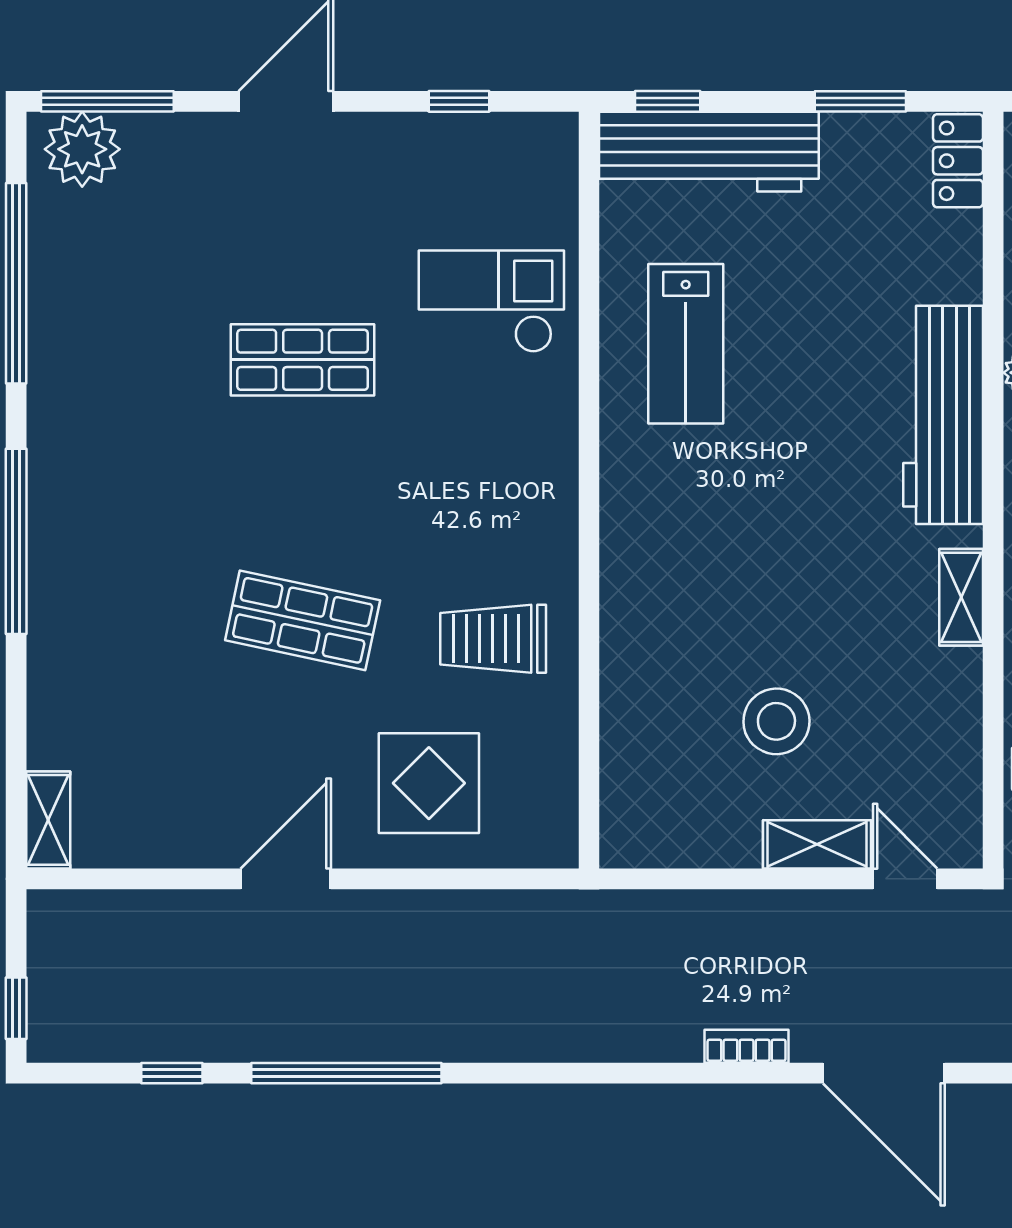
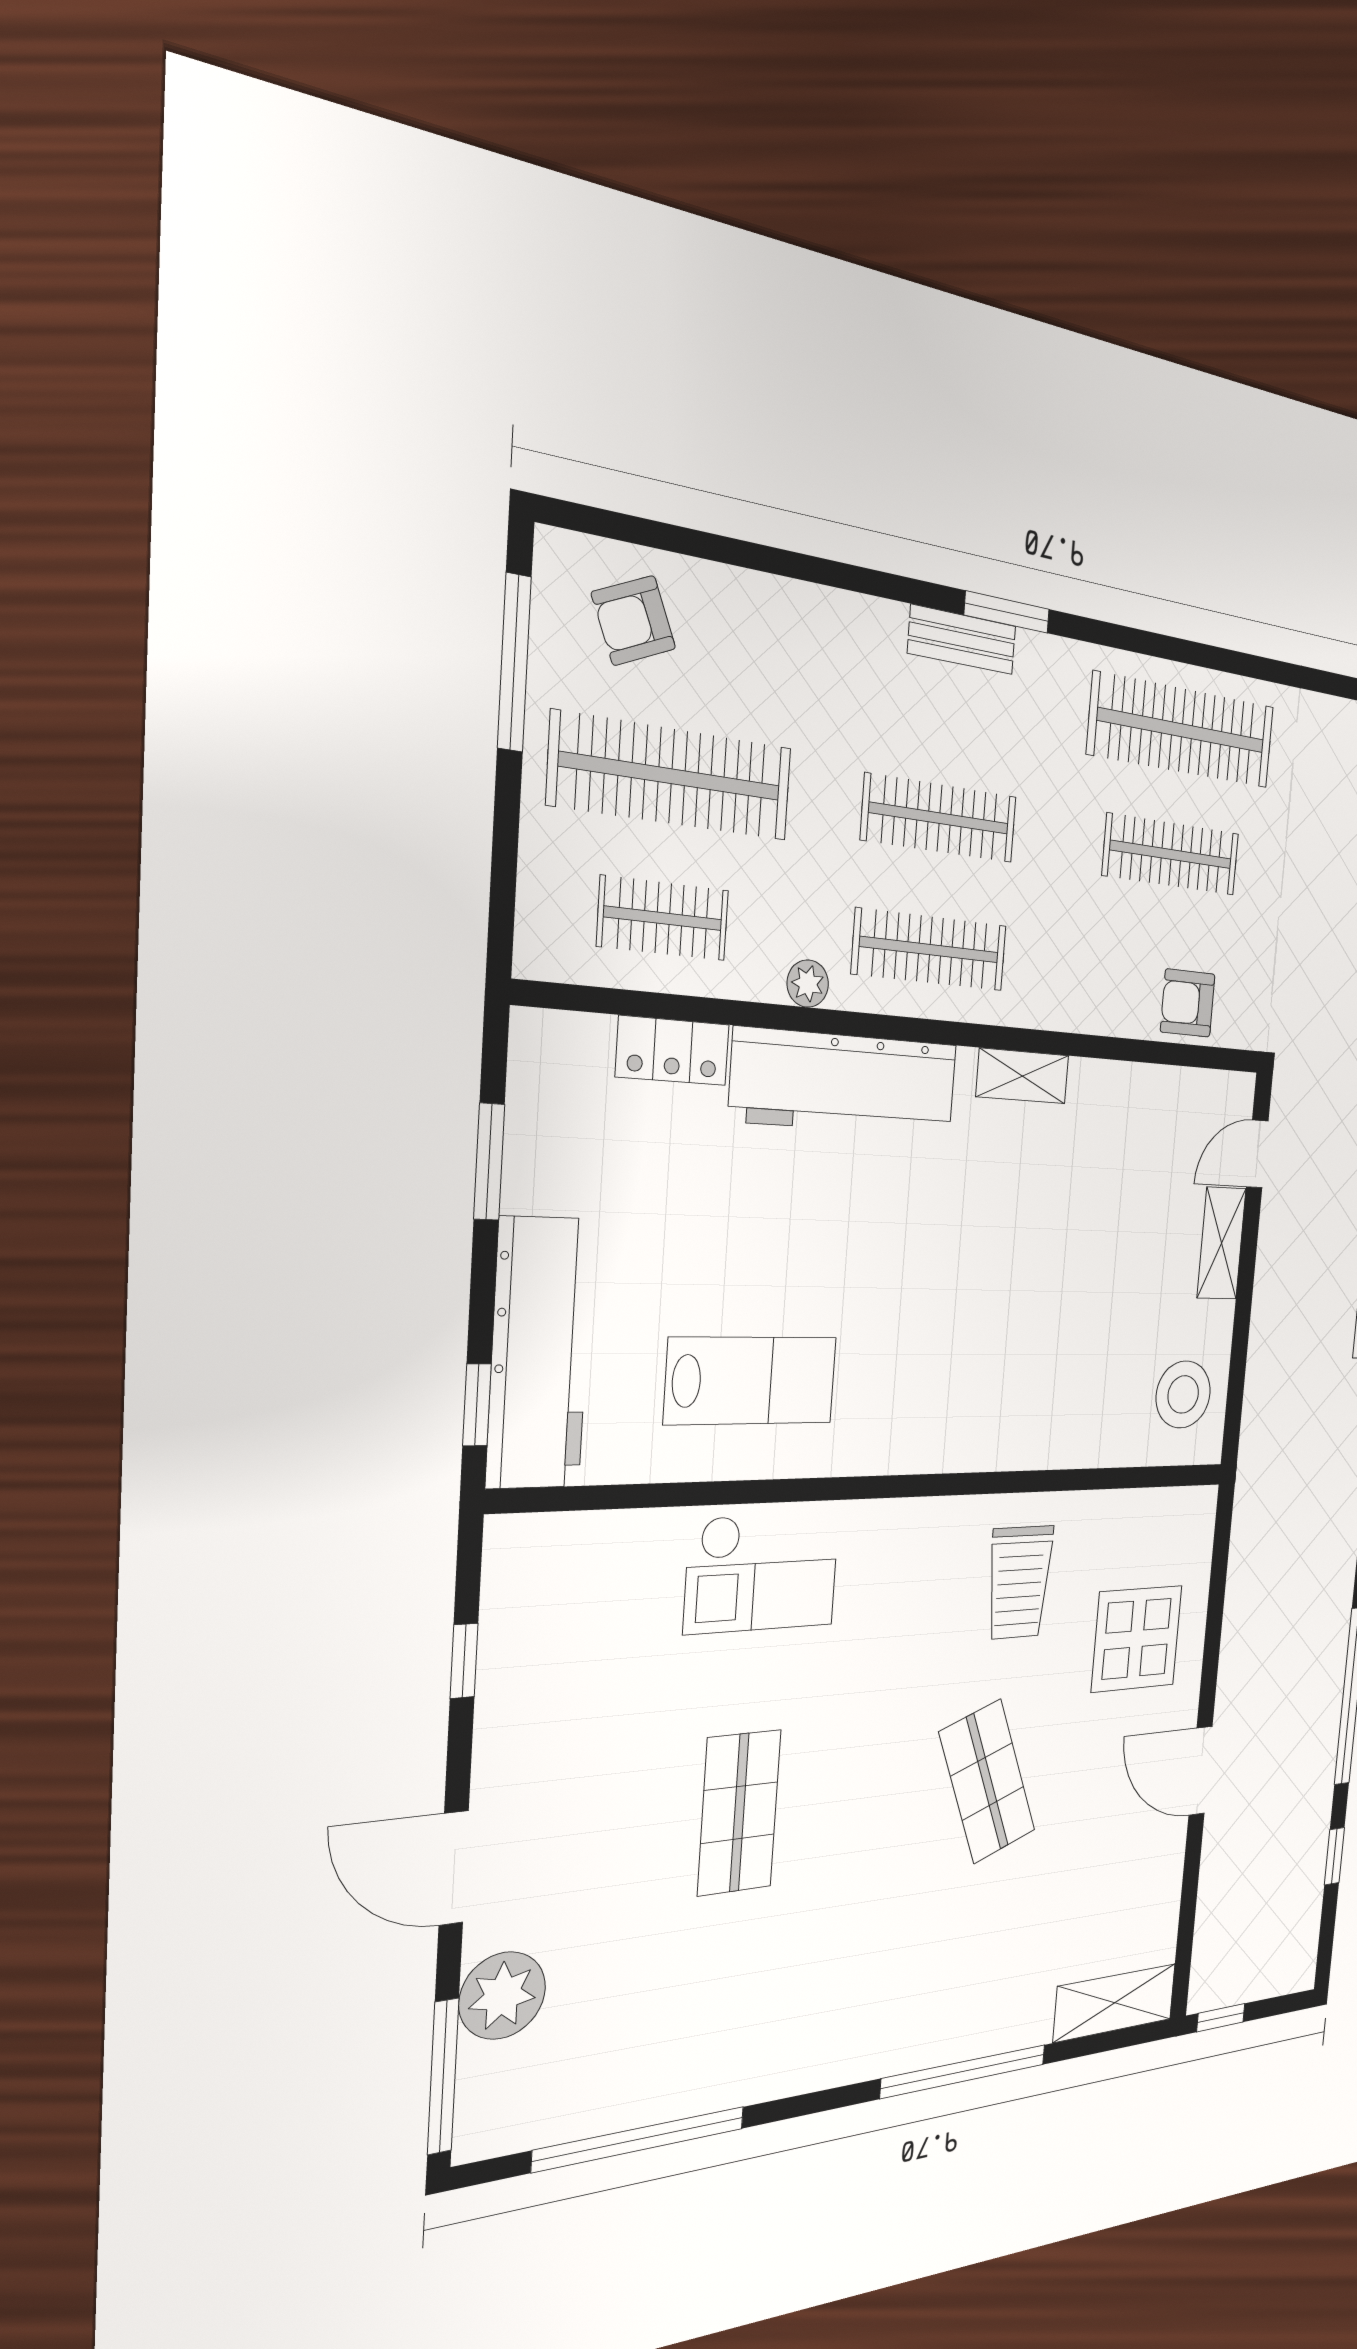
plant: (82, 149) -> (502, 1996), moved
locker: (958, 161) -> (673, 1051), moved
checkout: (491, 301) -> (762, 1572), moved, turned -90
window: (16, 541) -> (964, 2071), moved
shop shelf: (303, 620) -> (987, 1782), turned -33
stool: (776, 721) -> (1183, 1394), moved
shelving: (48, 820) -> (1115, 2003), width x1.50, depth x1.33
window: (16, 1008) -> (1221, 2018), moved

